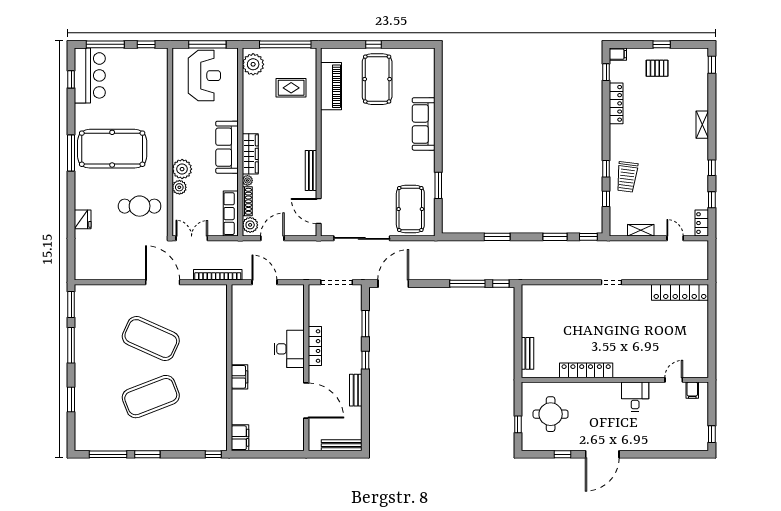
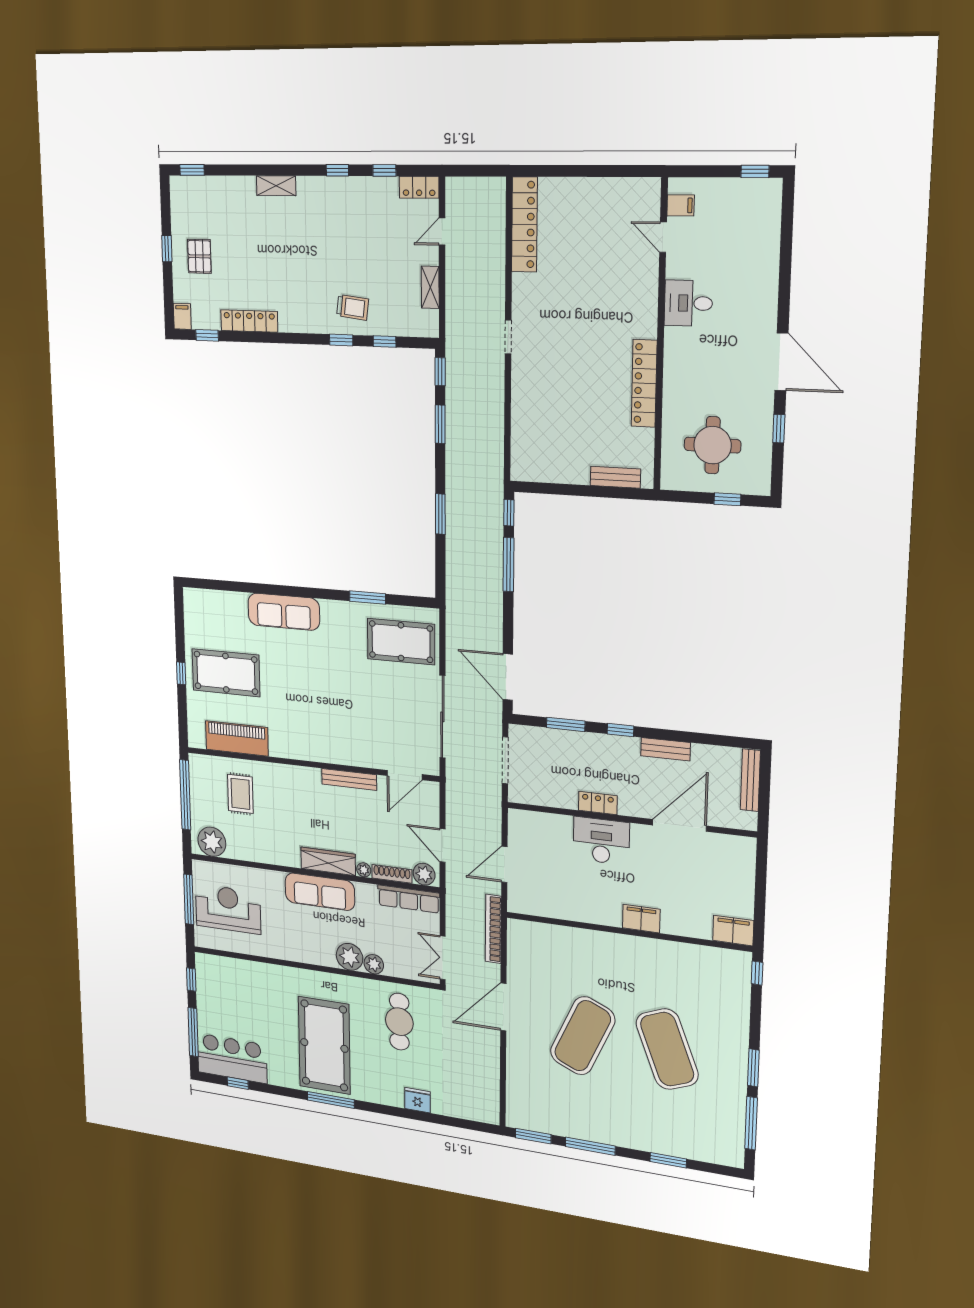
trolley: (627, 177) -> (353, 307), width x0.73, depth x0.72
locker: (315, 346) -> (598, 803), width x0.66

